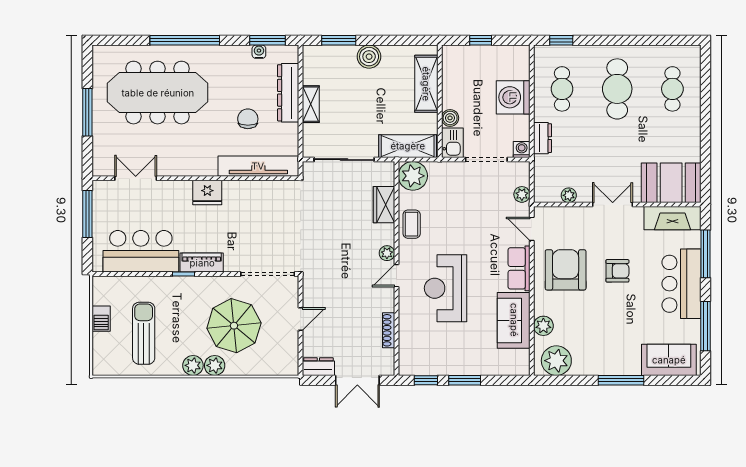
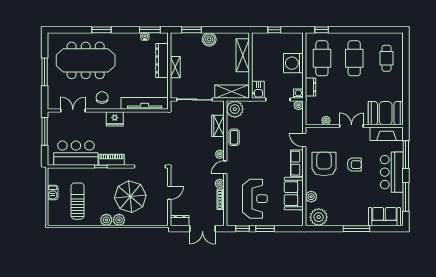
window: (185, 40) -> (102, 30), width x0.47
cafe table: (562, 89) -> (322, 58), width x1.37, depth x1.35
boiler: (450, 118) -> (257, 75), removed
chair: (248, 119) -> (102, 98), moved
plant: (522, 194) -> (299, 105), moved
reception desk: (446, 288) -> (255, 199), moved, turned 180
plant: (387, 303) -> (220, 183), added

